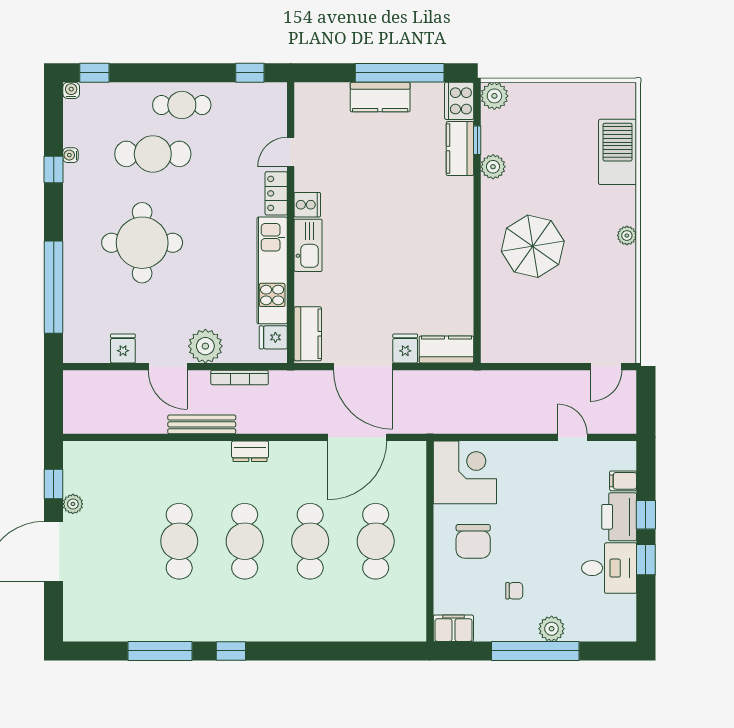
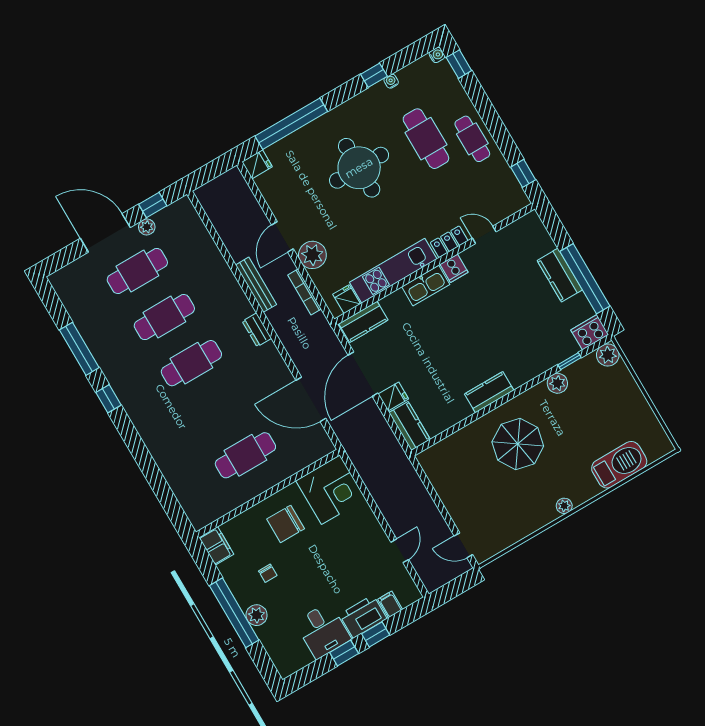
kitchen counter: (460, 149) -> (489, 392), moved
fridge: (123, 348) -> (257, 164), moved
cafe table: (310, 541) -> (137, 271), moved

